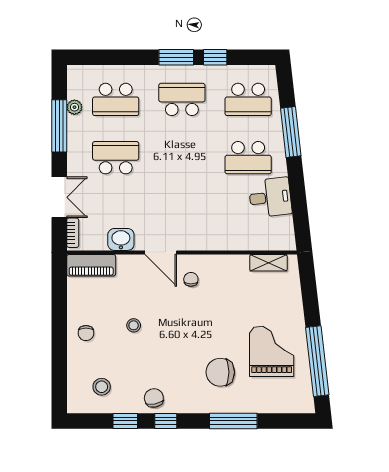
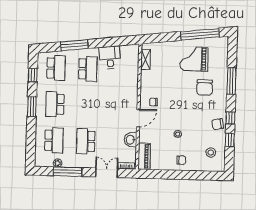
window: (215, 57) -> (33, 75), moved

